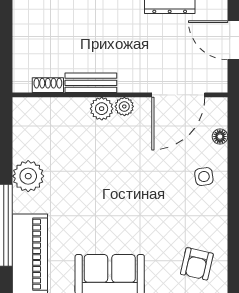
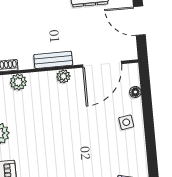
bench: (91, 83) -> (53, 60), moved
plant: (102, 109) -> (18, 82), moved

